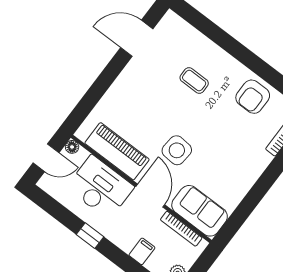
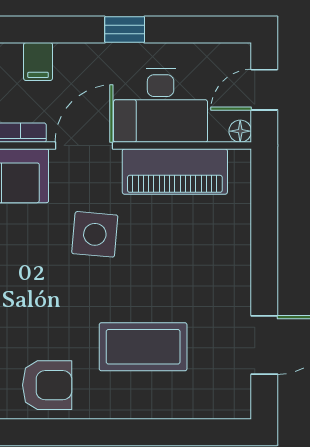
coffee table: (194, 80) -> (143, 347), width x1.86, depth x1.72
armchair: (253, 97) -> (47, 385), turned 90
door: (150, 196) -> (84, 146), swing flipped

